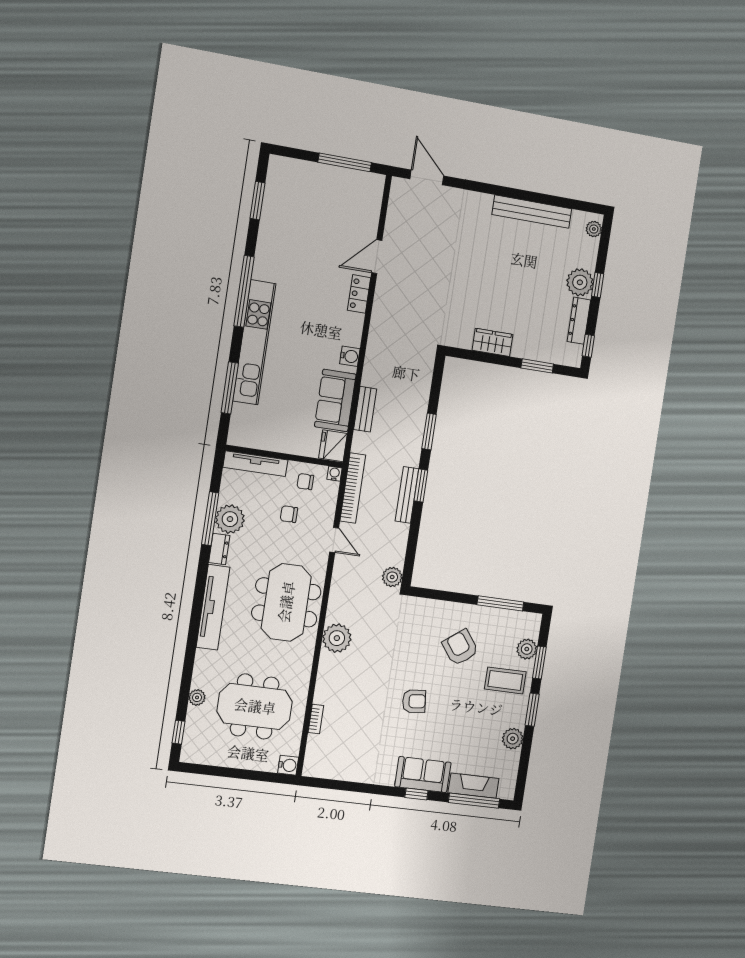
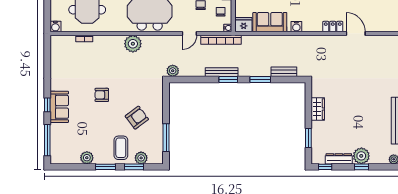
bench: (365, 409) -> (284, 72), moved
armchair: (414, 701) -> (102, 95), turned 96
fireplace: (473, 786) -> (56, 138), removed

